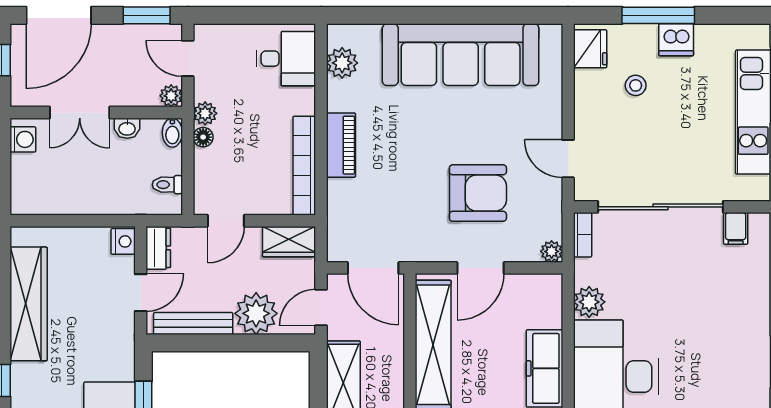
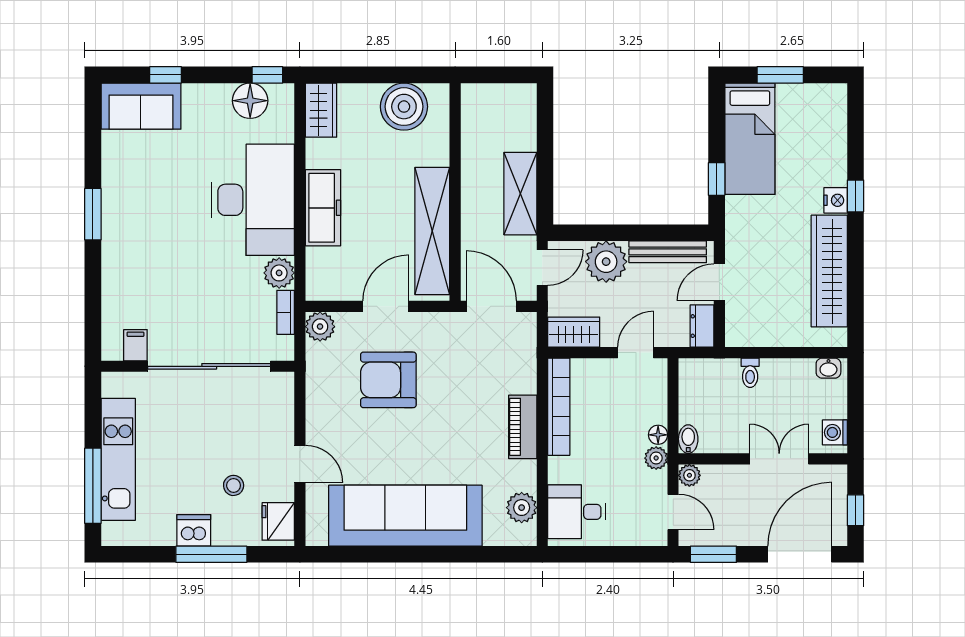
washbasin: (127, 128) -> (828, 368), moved, turned 180
door: (568, 159) -> (300, 464), moved
toilet: (167, 185) -> (750, 373), moved, turned 90
bookcase: (583, 235) -> (286, 312), moved
nightstand: (123, 241) -> (836, 200), moved, turned 180
plant: (552, 251) -> (320, 327), width x1.38, depth x1.38

